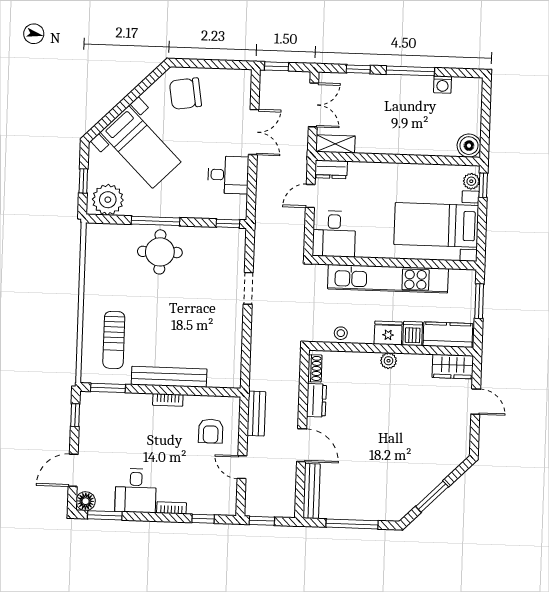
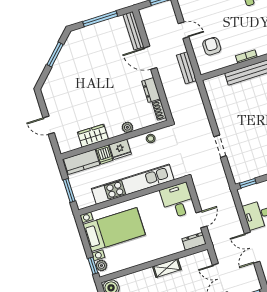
shelving: (335, 144) -> (167, 268), moved
plant: (389, 361) -> (127, 127), moved
wardrobe: (453, 367) -> (93, 136), moved

